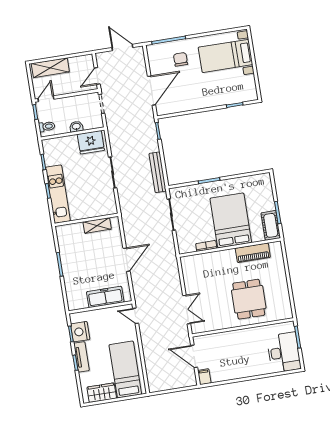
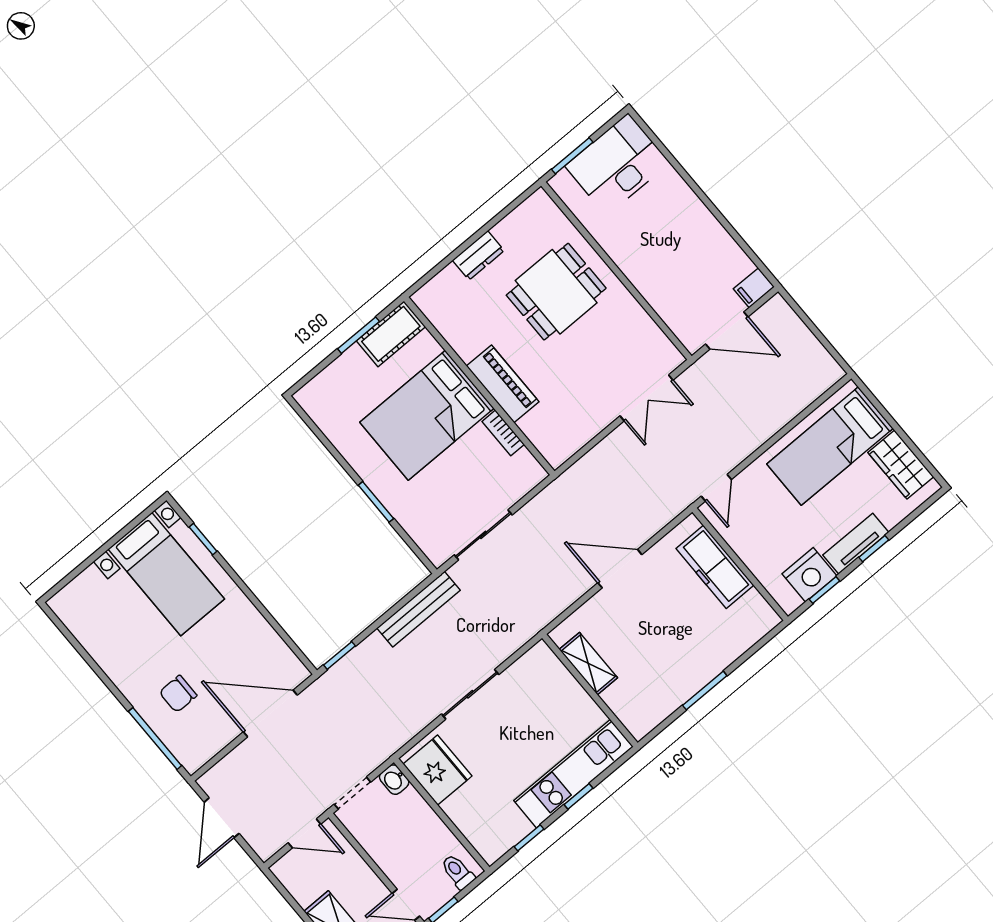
bed with nightstands: (225, 56) -> (166, 574), moved
washbasin: (76, 127) -> (394, 780), moved
piano: (253, 253) -> (503, 384), moved
dresser: (281, 277) -> (478, 255), added
double door: (187, 310) -> (646, 398), swing flipped
door: (194, 356) -> (727, 330), hinge flipped

